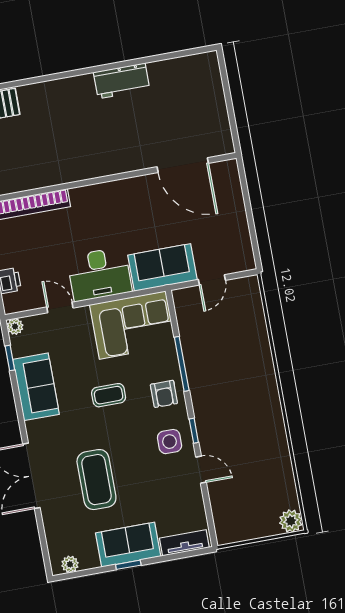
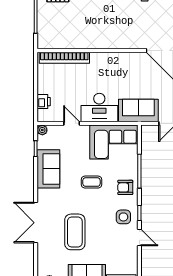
armchair: (164, 394) -> (125, 187), turned 90

